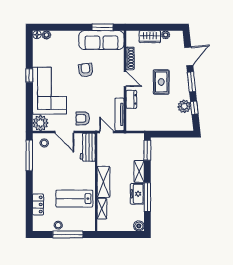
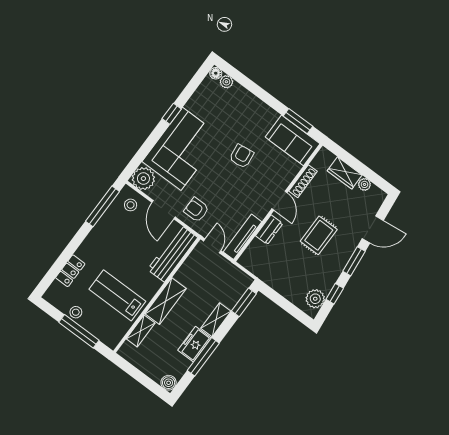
sofa: (101, 40) -> (293, 140), width x0.73
plant: (184, 106) -> (315, 299), moved
workbench: (88, 147) -> (173, 254), width x1.38

